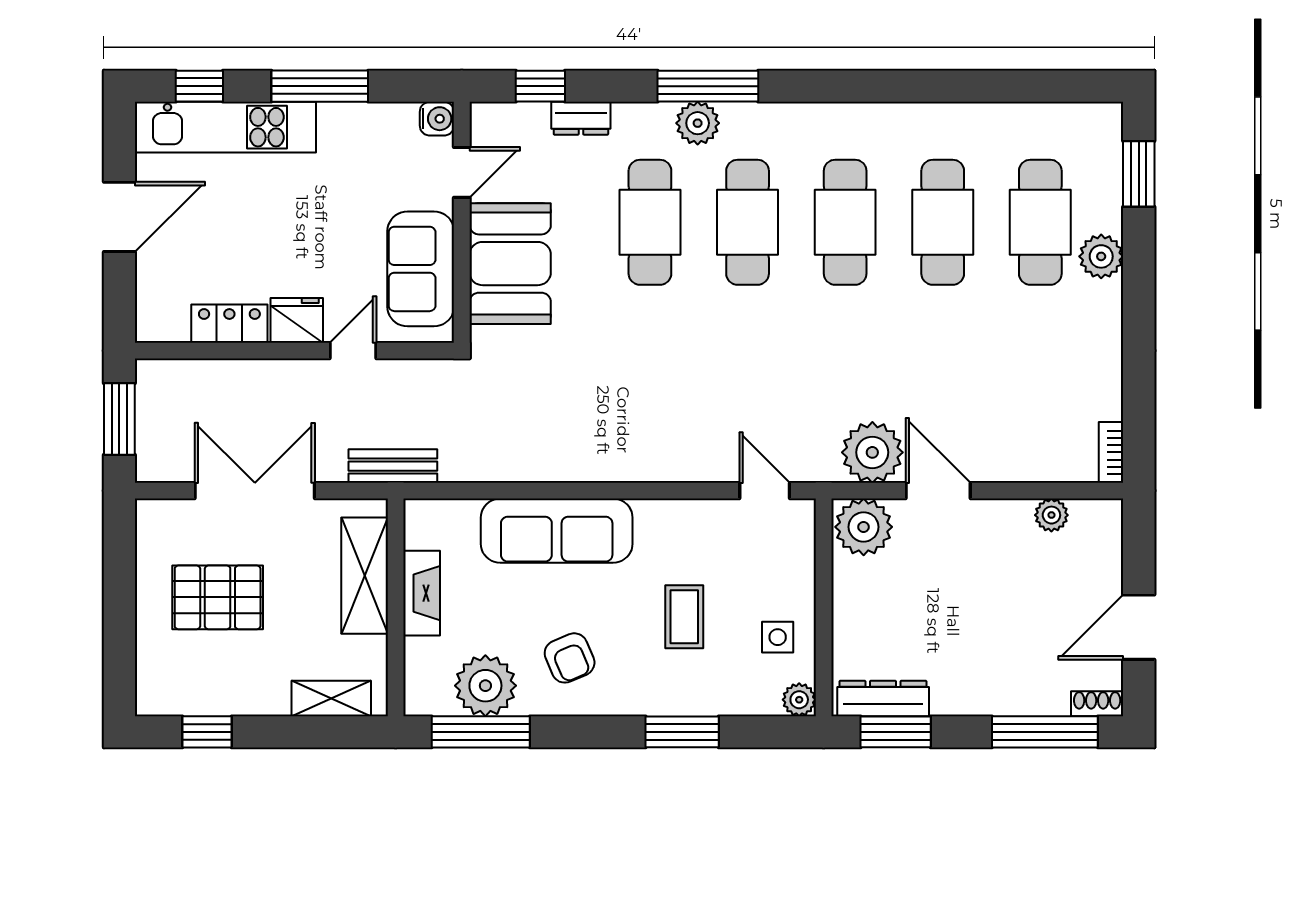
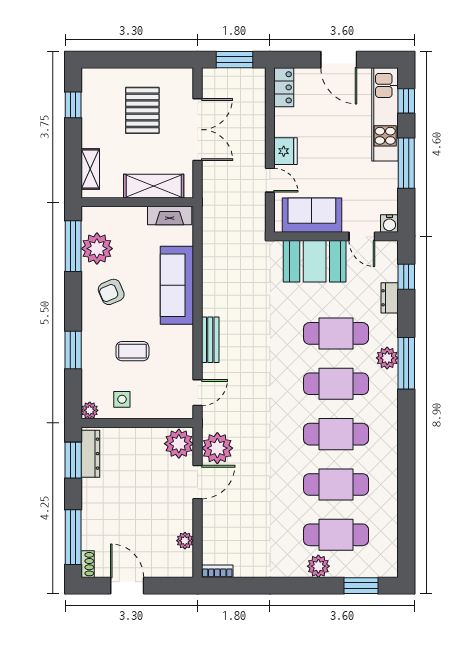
locker: (229, 324) -> (284, 87), moved
bench: (393, 466) -> (210, 340), moved
fireplace: (422, 593) -> (170, 216), moved

